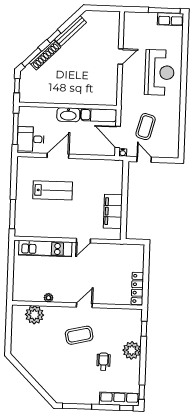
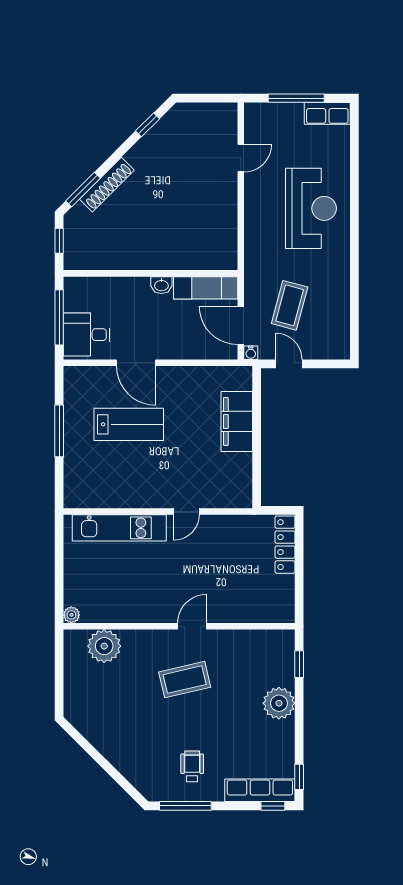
window: (164, 10) -> (296, 98), moved
bench: (71, 31) -> (151, 140), removed
window: (54, 36) -> (148, 125), moved
door: (120, 56) -> (241, 158), moved
washbasin: (68, 115) -> (161, 285), width x0.52, depth x0.69
door: (58, 156) -> (136, 363), swing flipped
filing cabinet: (113, 211) -> (237, 421), moved
window: (13, 214) -> (59, 431), moved
locker: (137, 289) -> (285, 545), moved
plant: (49, 298) -> (71, 615), moved
wheelchair: (103, 362) -> (192, 766), moved

